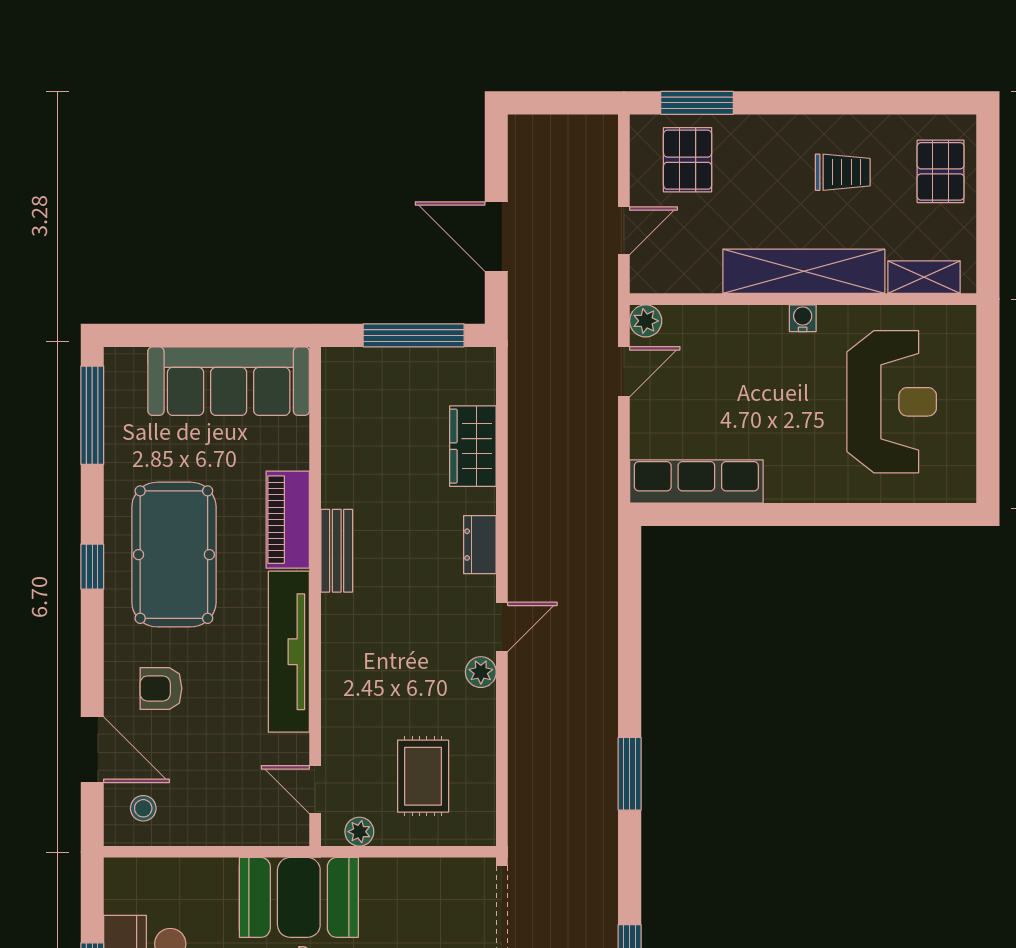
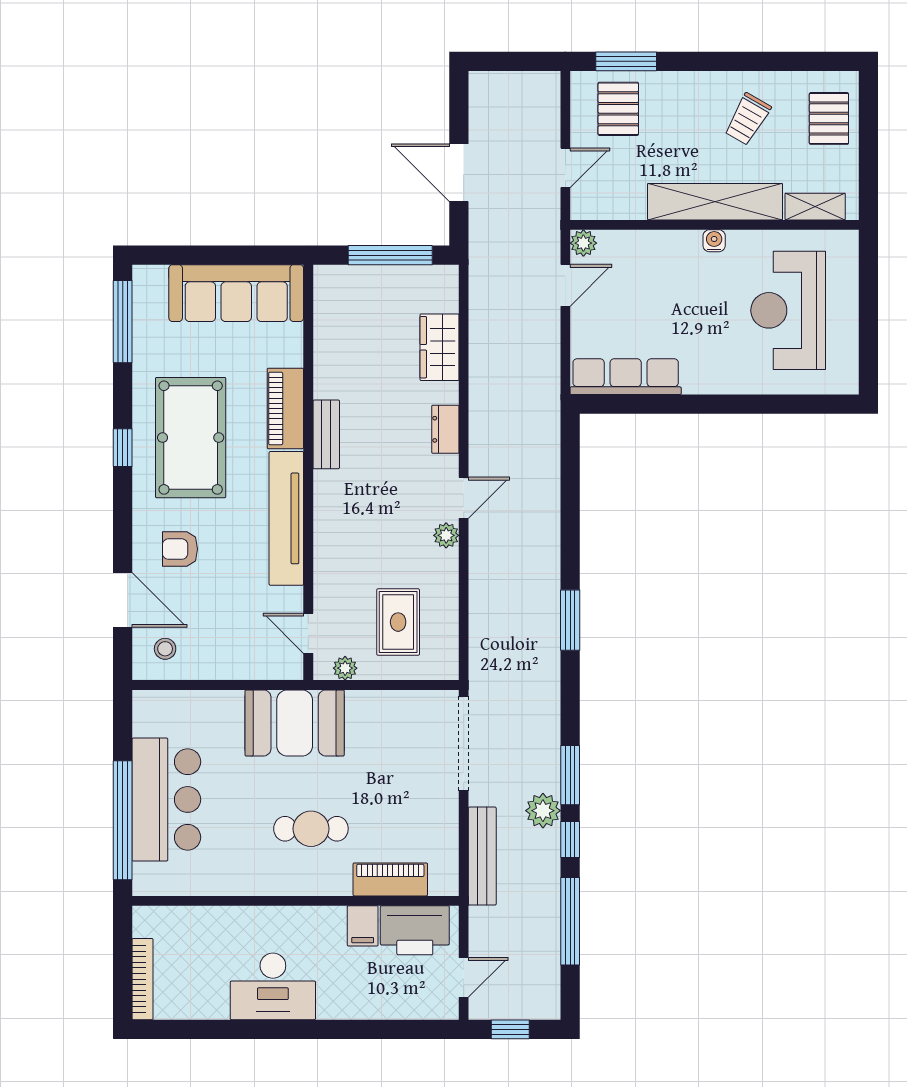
trolley: (843, 172) -> (748, 119), turned 120
reception desk: (892, 402) -> (788, 310), turned 180

